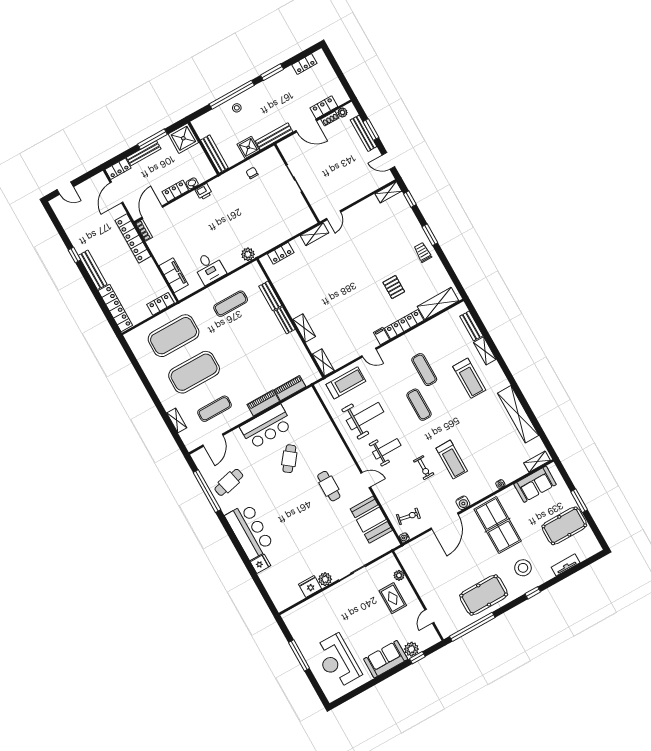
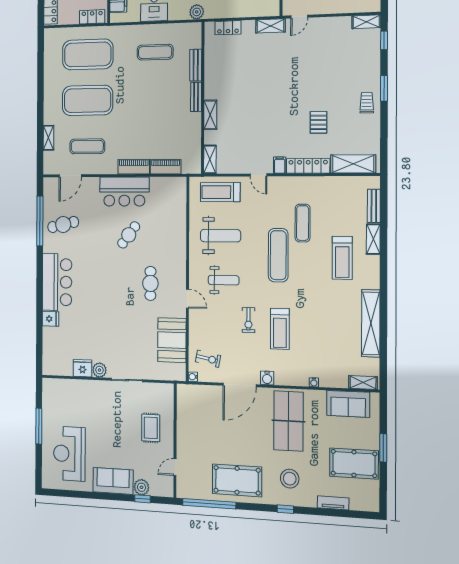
treadmill: (346, 383) -> (220, 192), turned 180
exercise mat: (419, 405) -> (278, 255), width x1.36, depth x1.45
plant: (399, 575) -> (168, 410), removed

